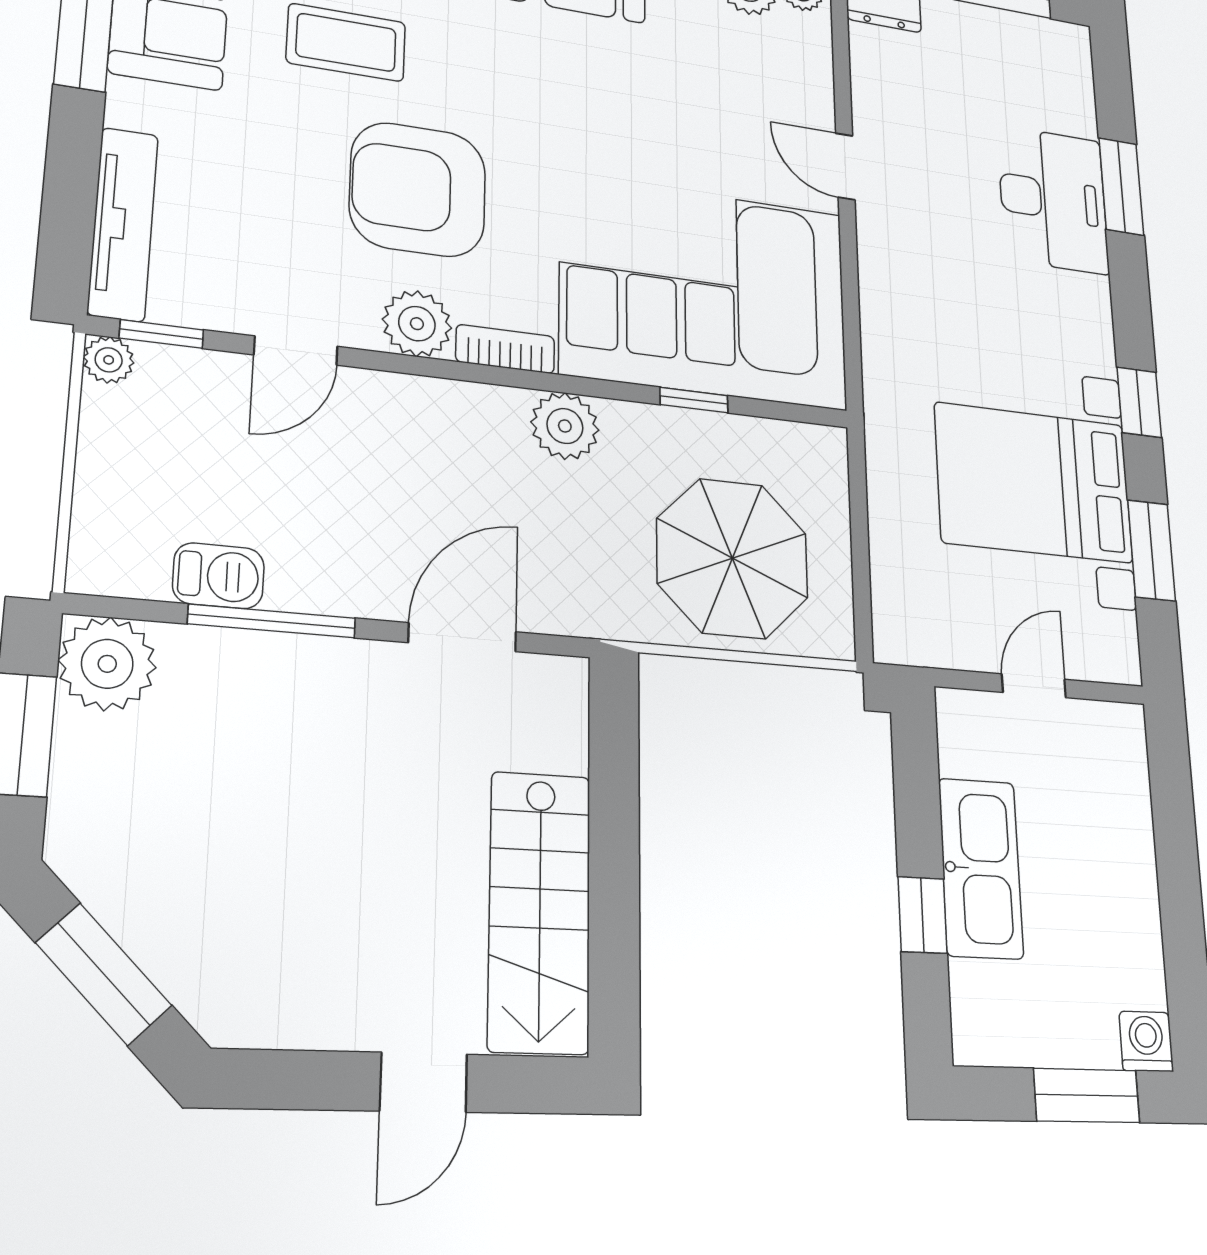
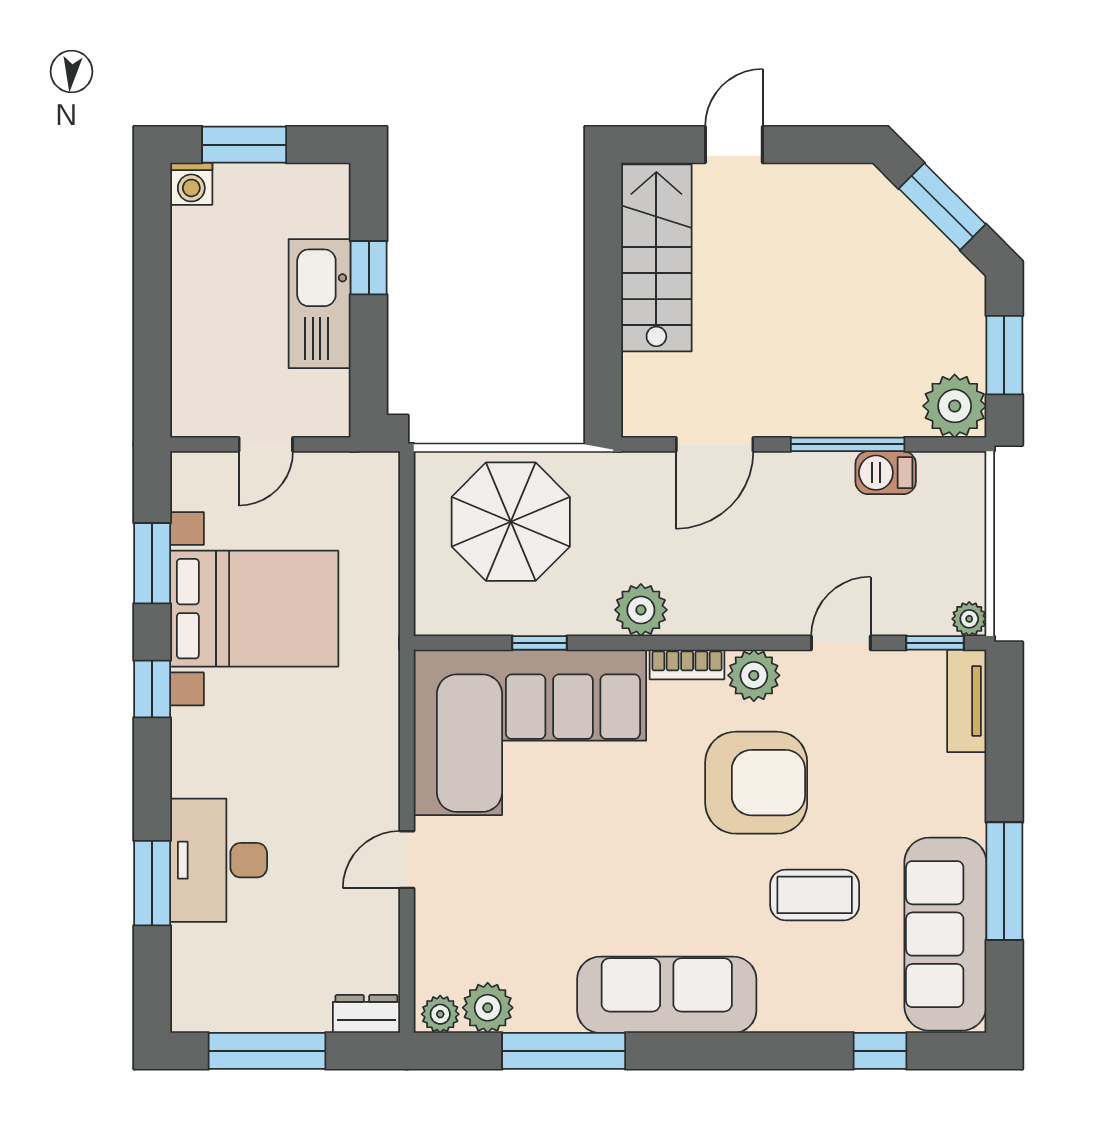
door: (845, 166) -> (407, 860), swing flipped
tv unit: (123, 224) -> (967, 701), width x0.71

